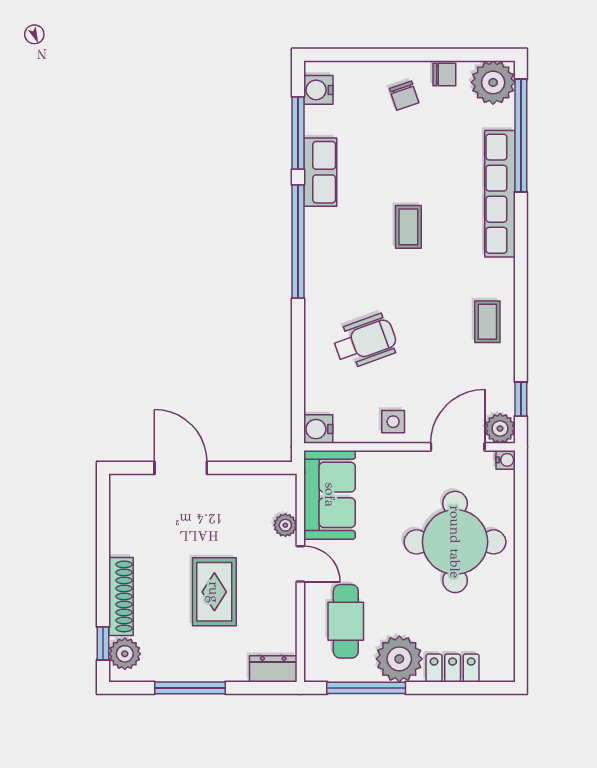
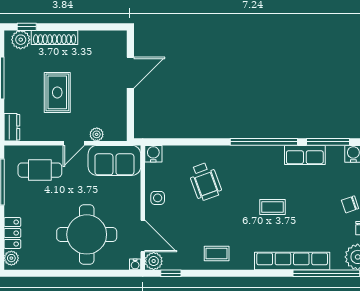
rug: (214, 592) -> (57, 92), turned 90
plant: (399, 659) -> (11, 258), moved, width x0.53, depth x0.53

